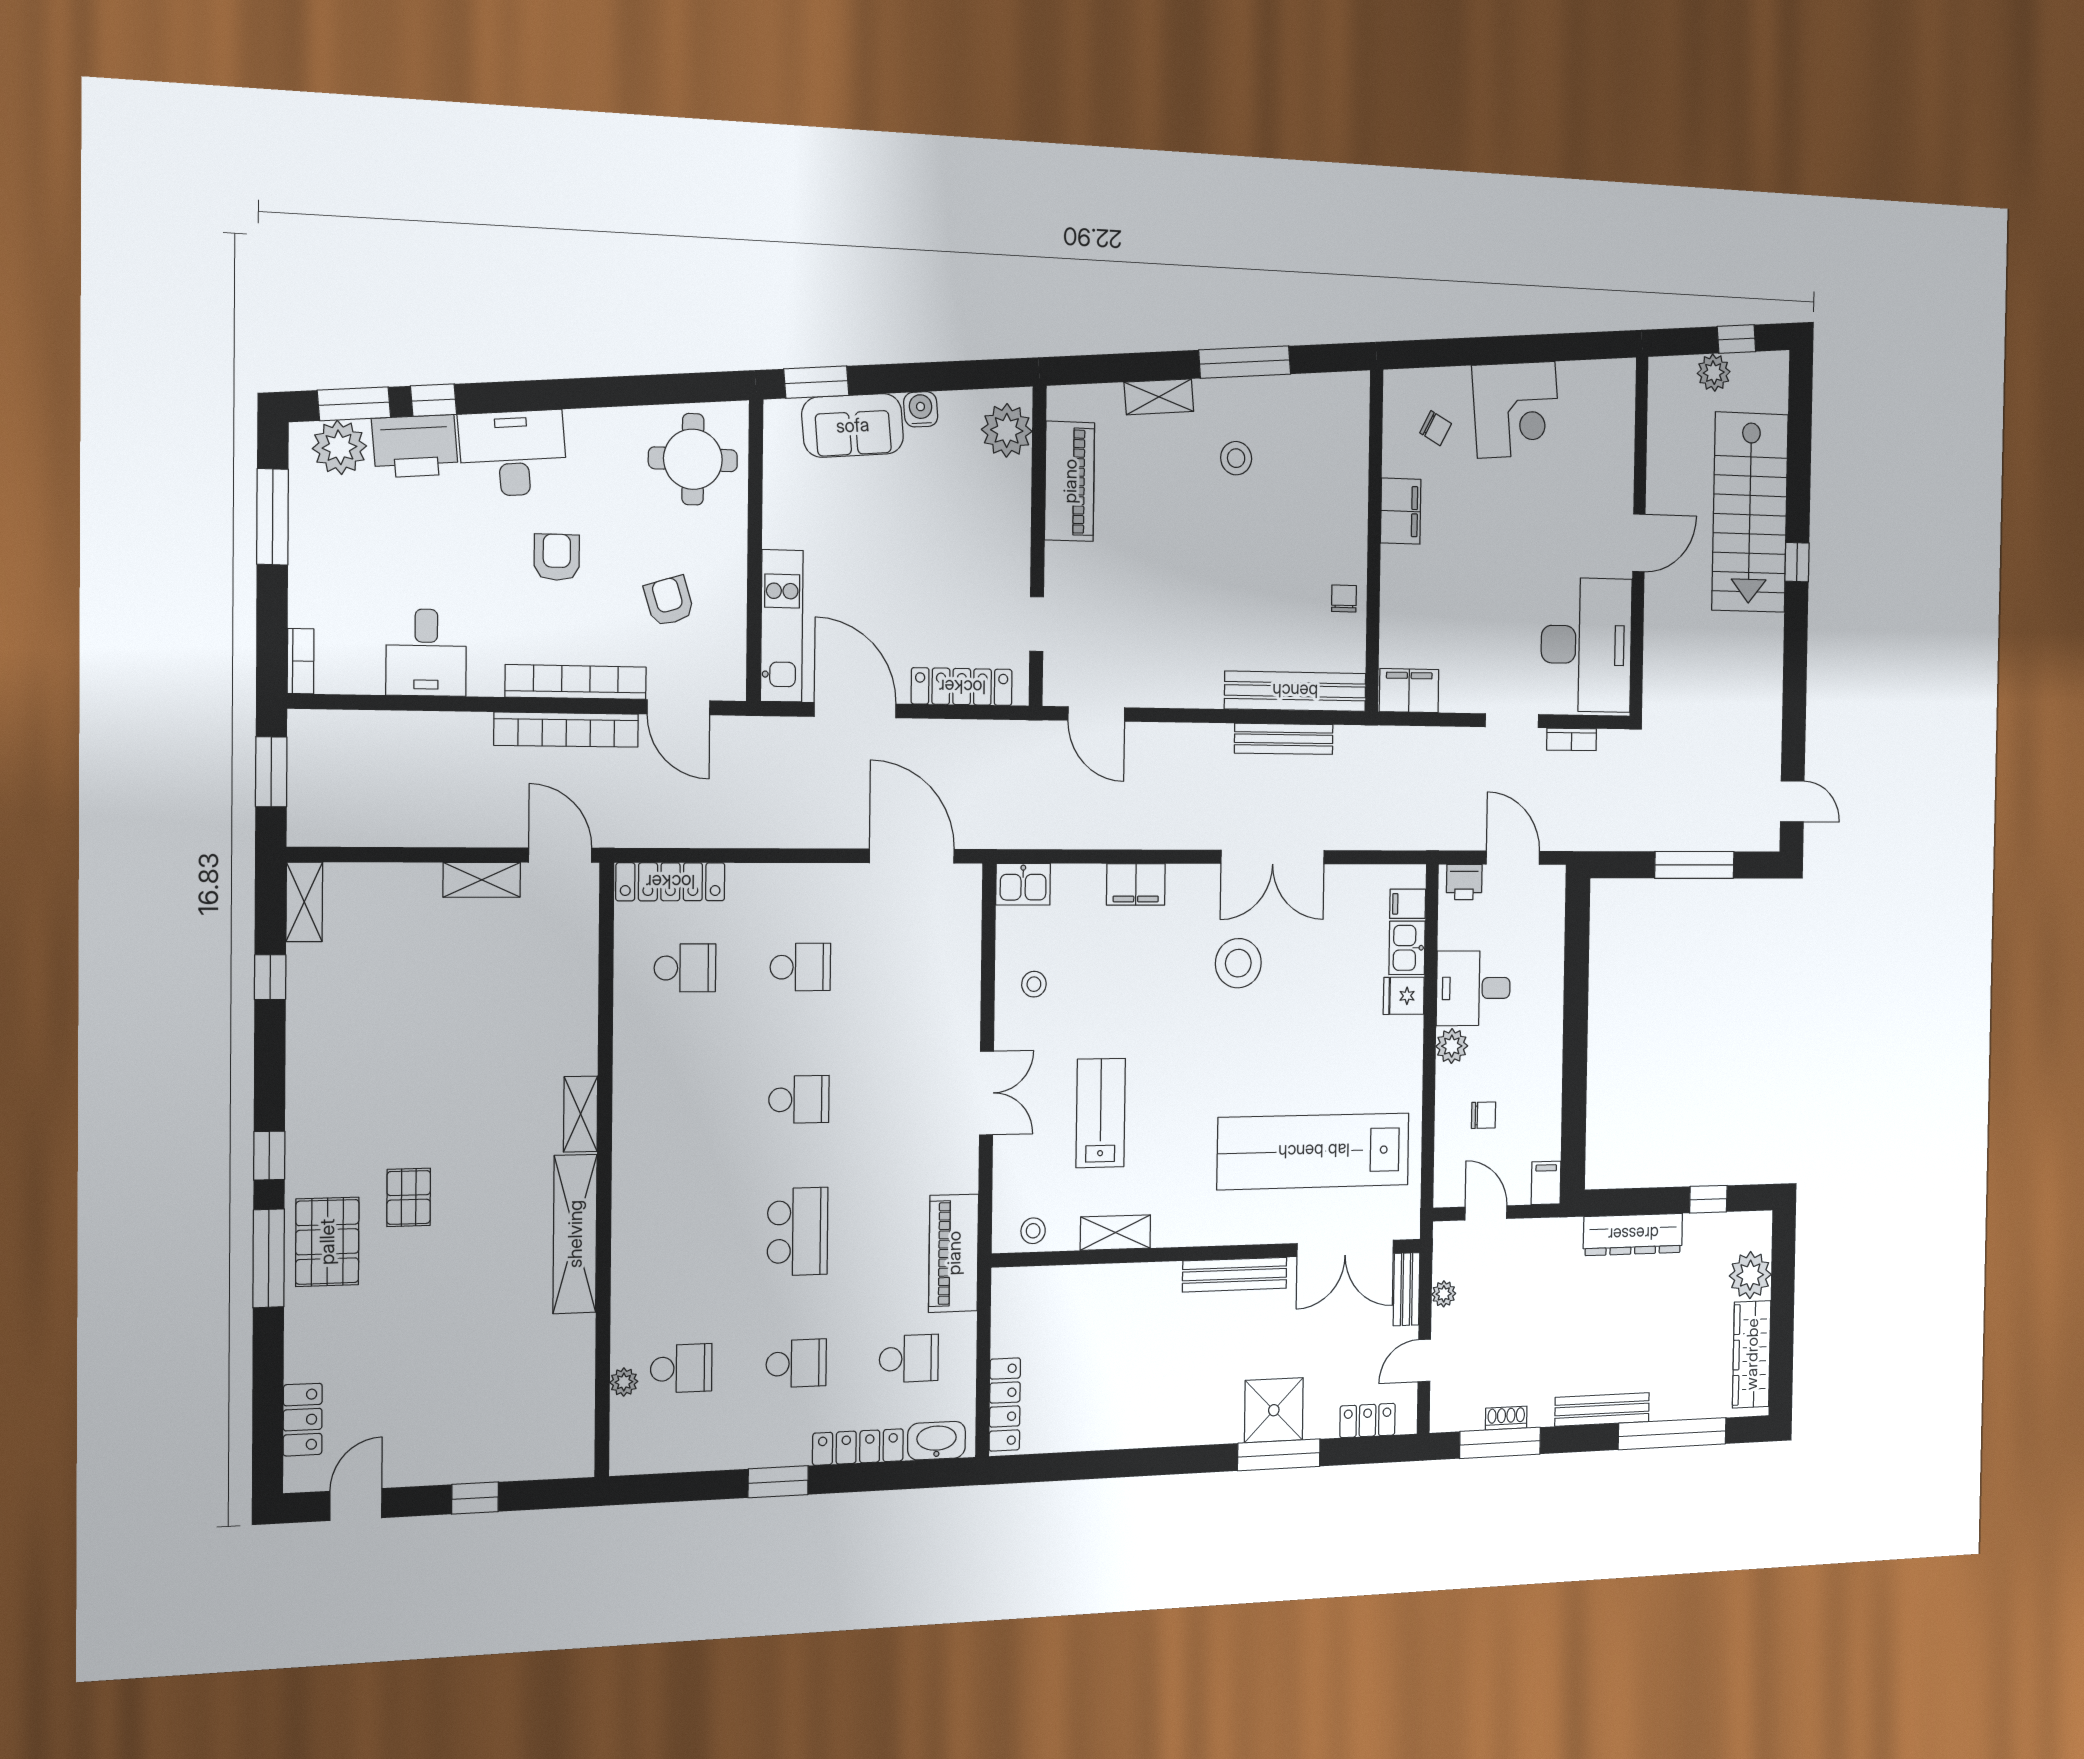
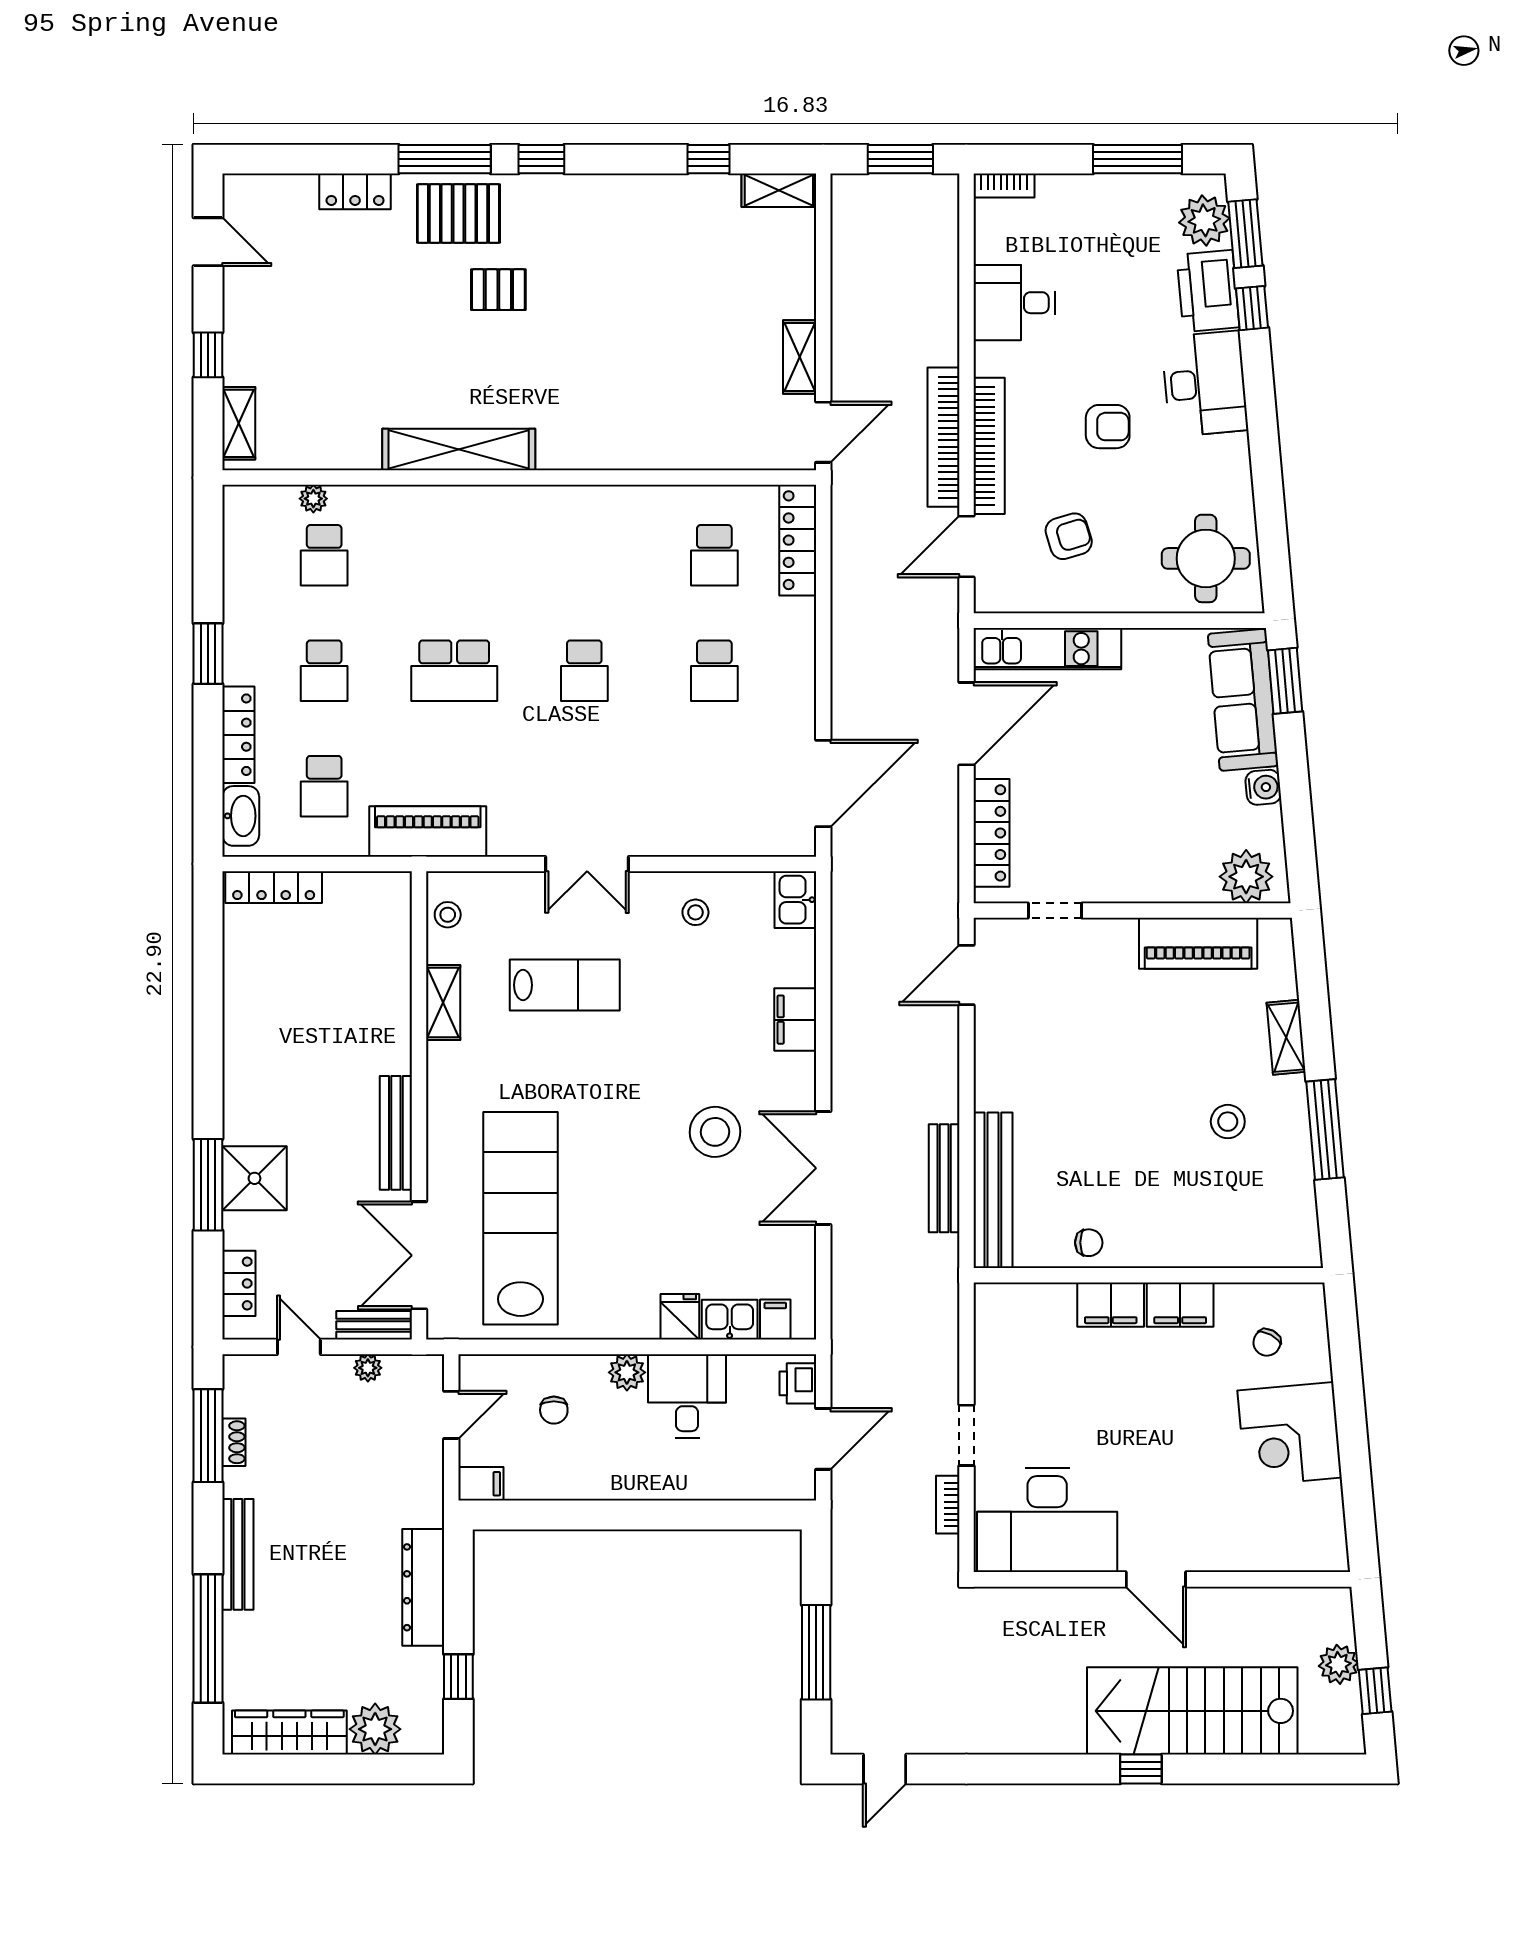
sofa: (853, 425) -> (1243, 700), width x1.36
filing cabinet: (1409, 691) -> (1111, 1305), moved, turned 90
shelving: (581, 1114) -> (239, 423), moved, turned 90
locker: (303, 1420) -> (355, 191), moved

